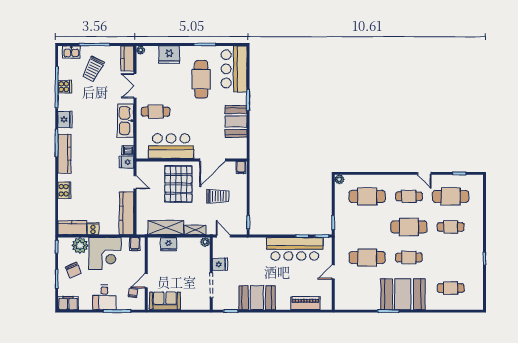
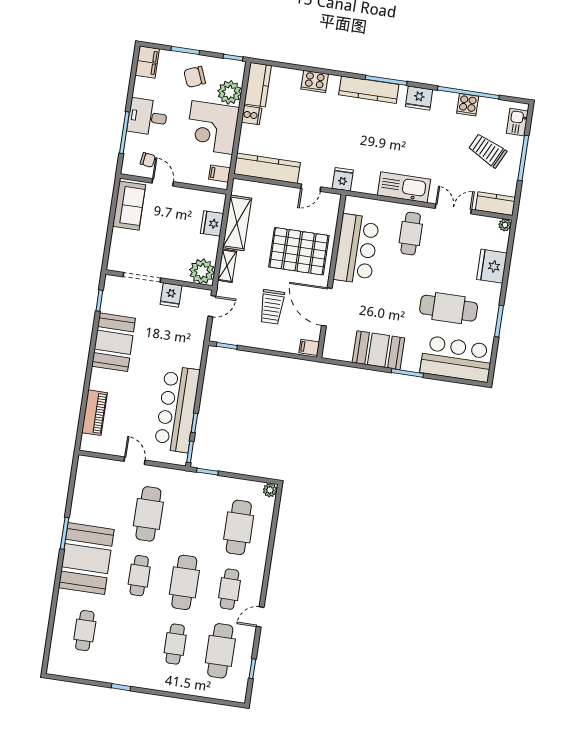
dishwasher: (128, 150) -> (360, 184), removed
plant: (205, 242) -> (202, 271), width x1.88, depth x1.88

